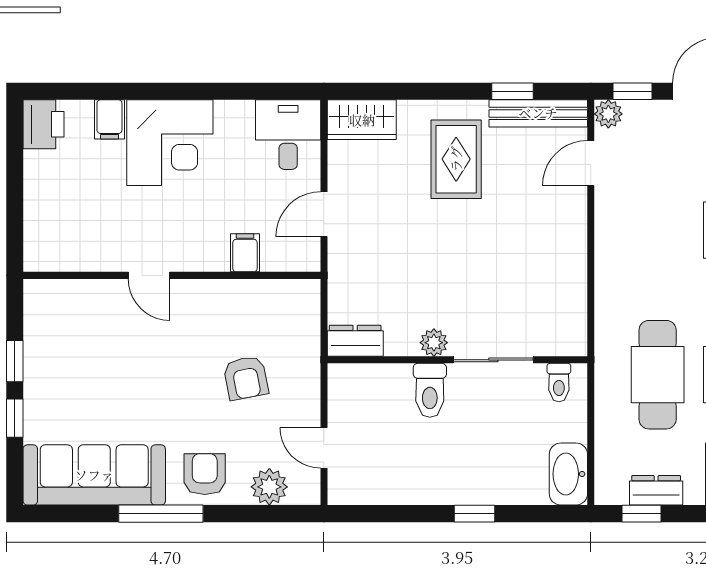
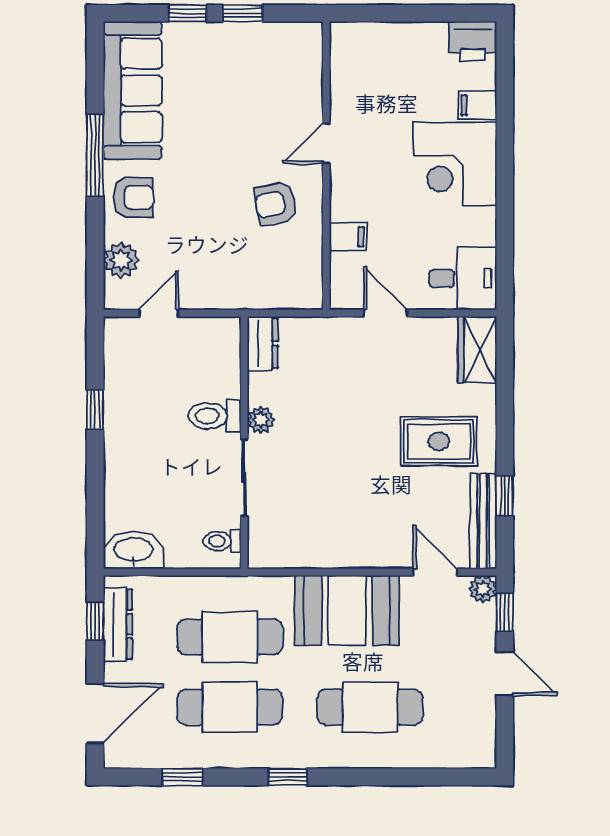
booth: (630, 254) -> (347, 610), added
armchair: (246, 378) -> (276, 204), moved
dresser: (656, 490) -> (118, 624), width x1.44
window: (474, 514) -> (95, 409), moved

